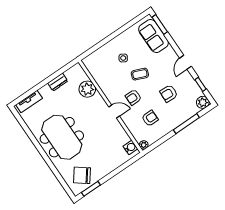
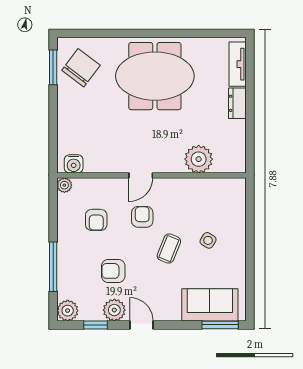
plant: (187, 80) -> (114, 310), added
dresser: (58, 82) -> (237, 103), moved
armchair: (169, 93) -> (113, 271), turned -93

